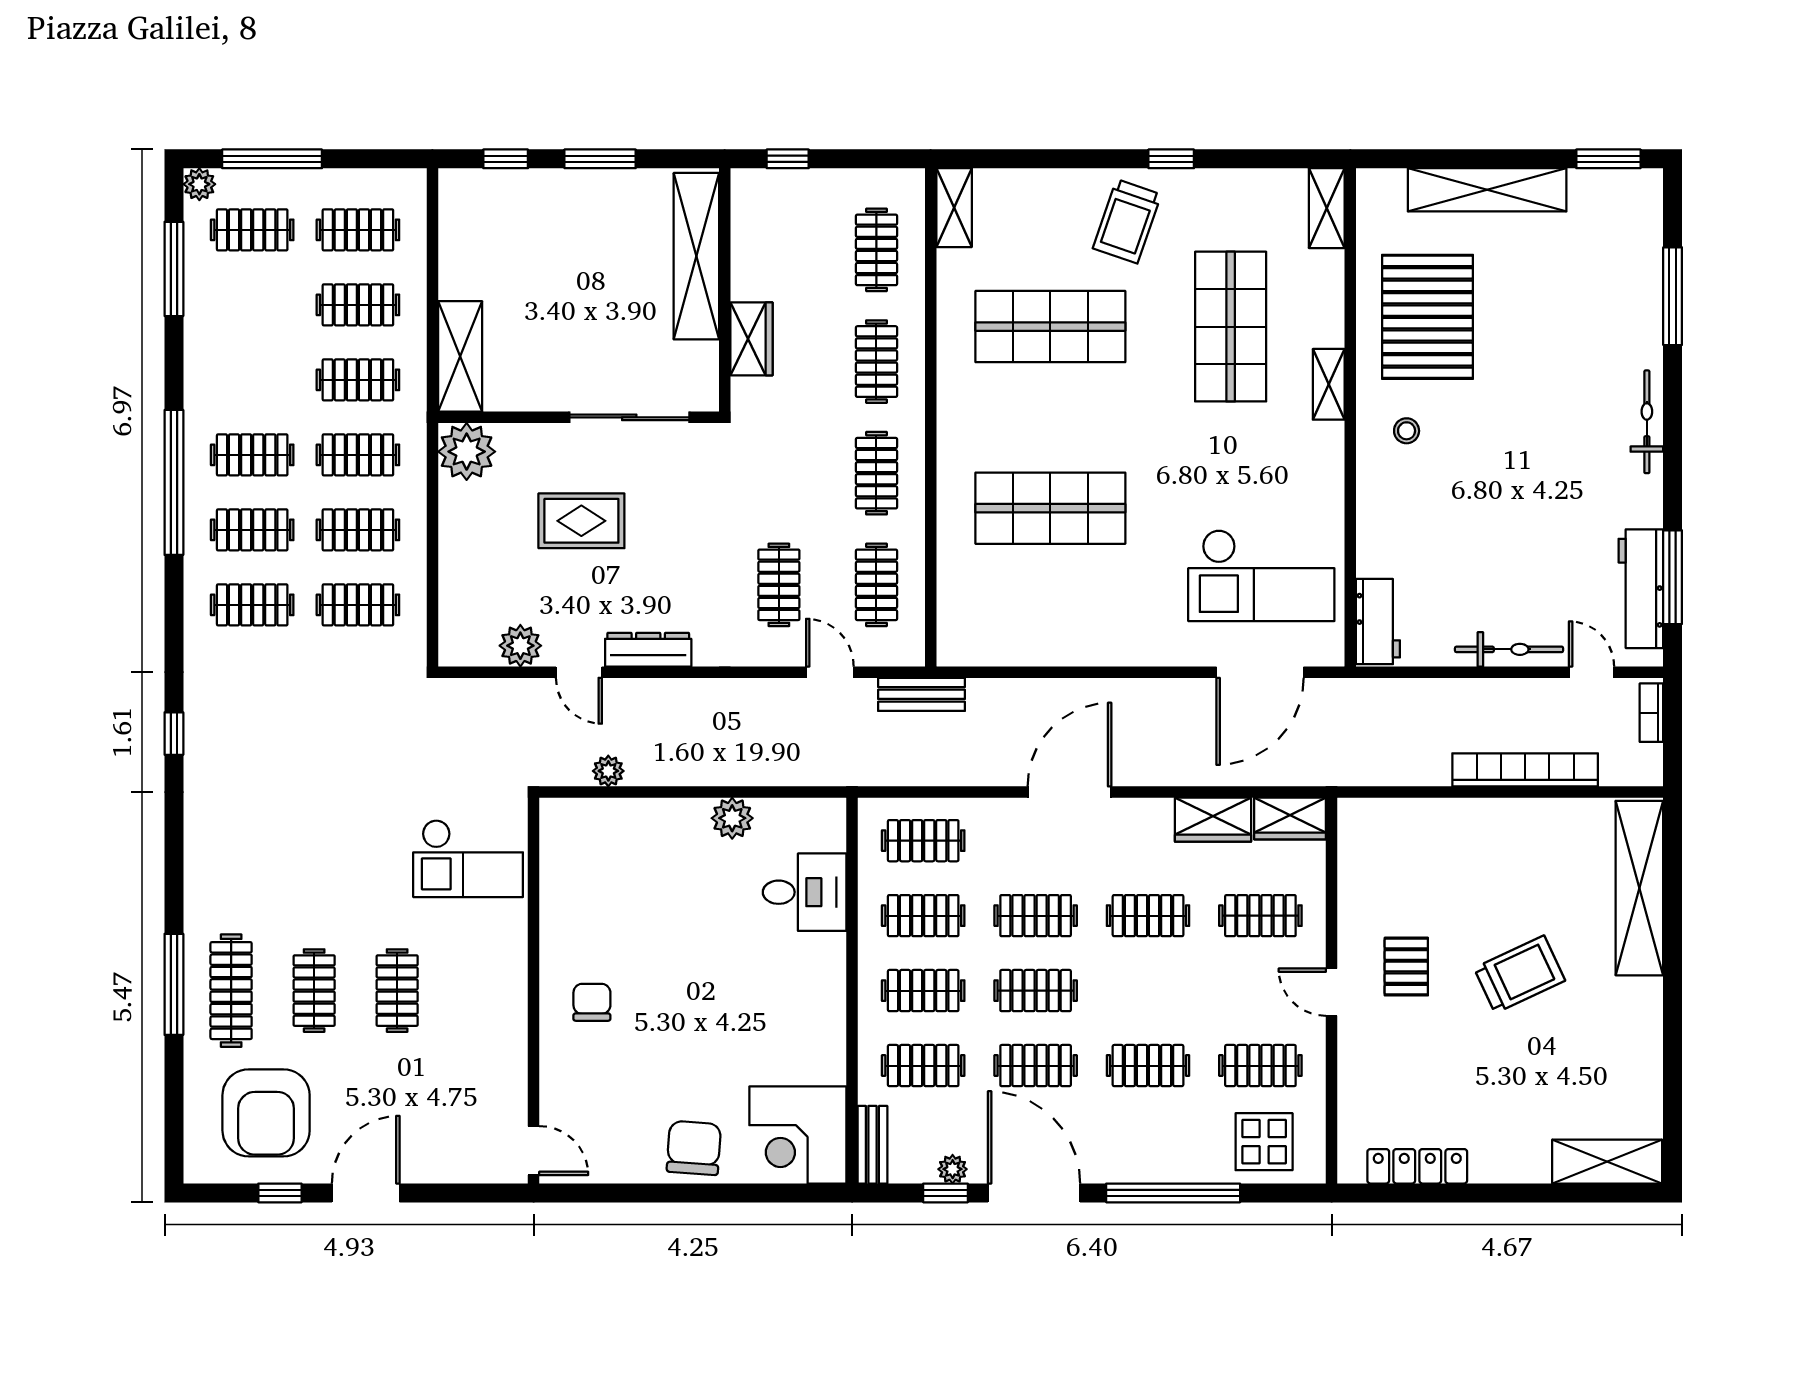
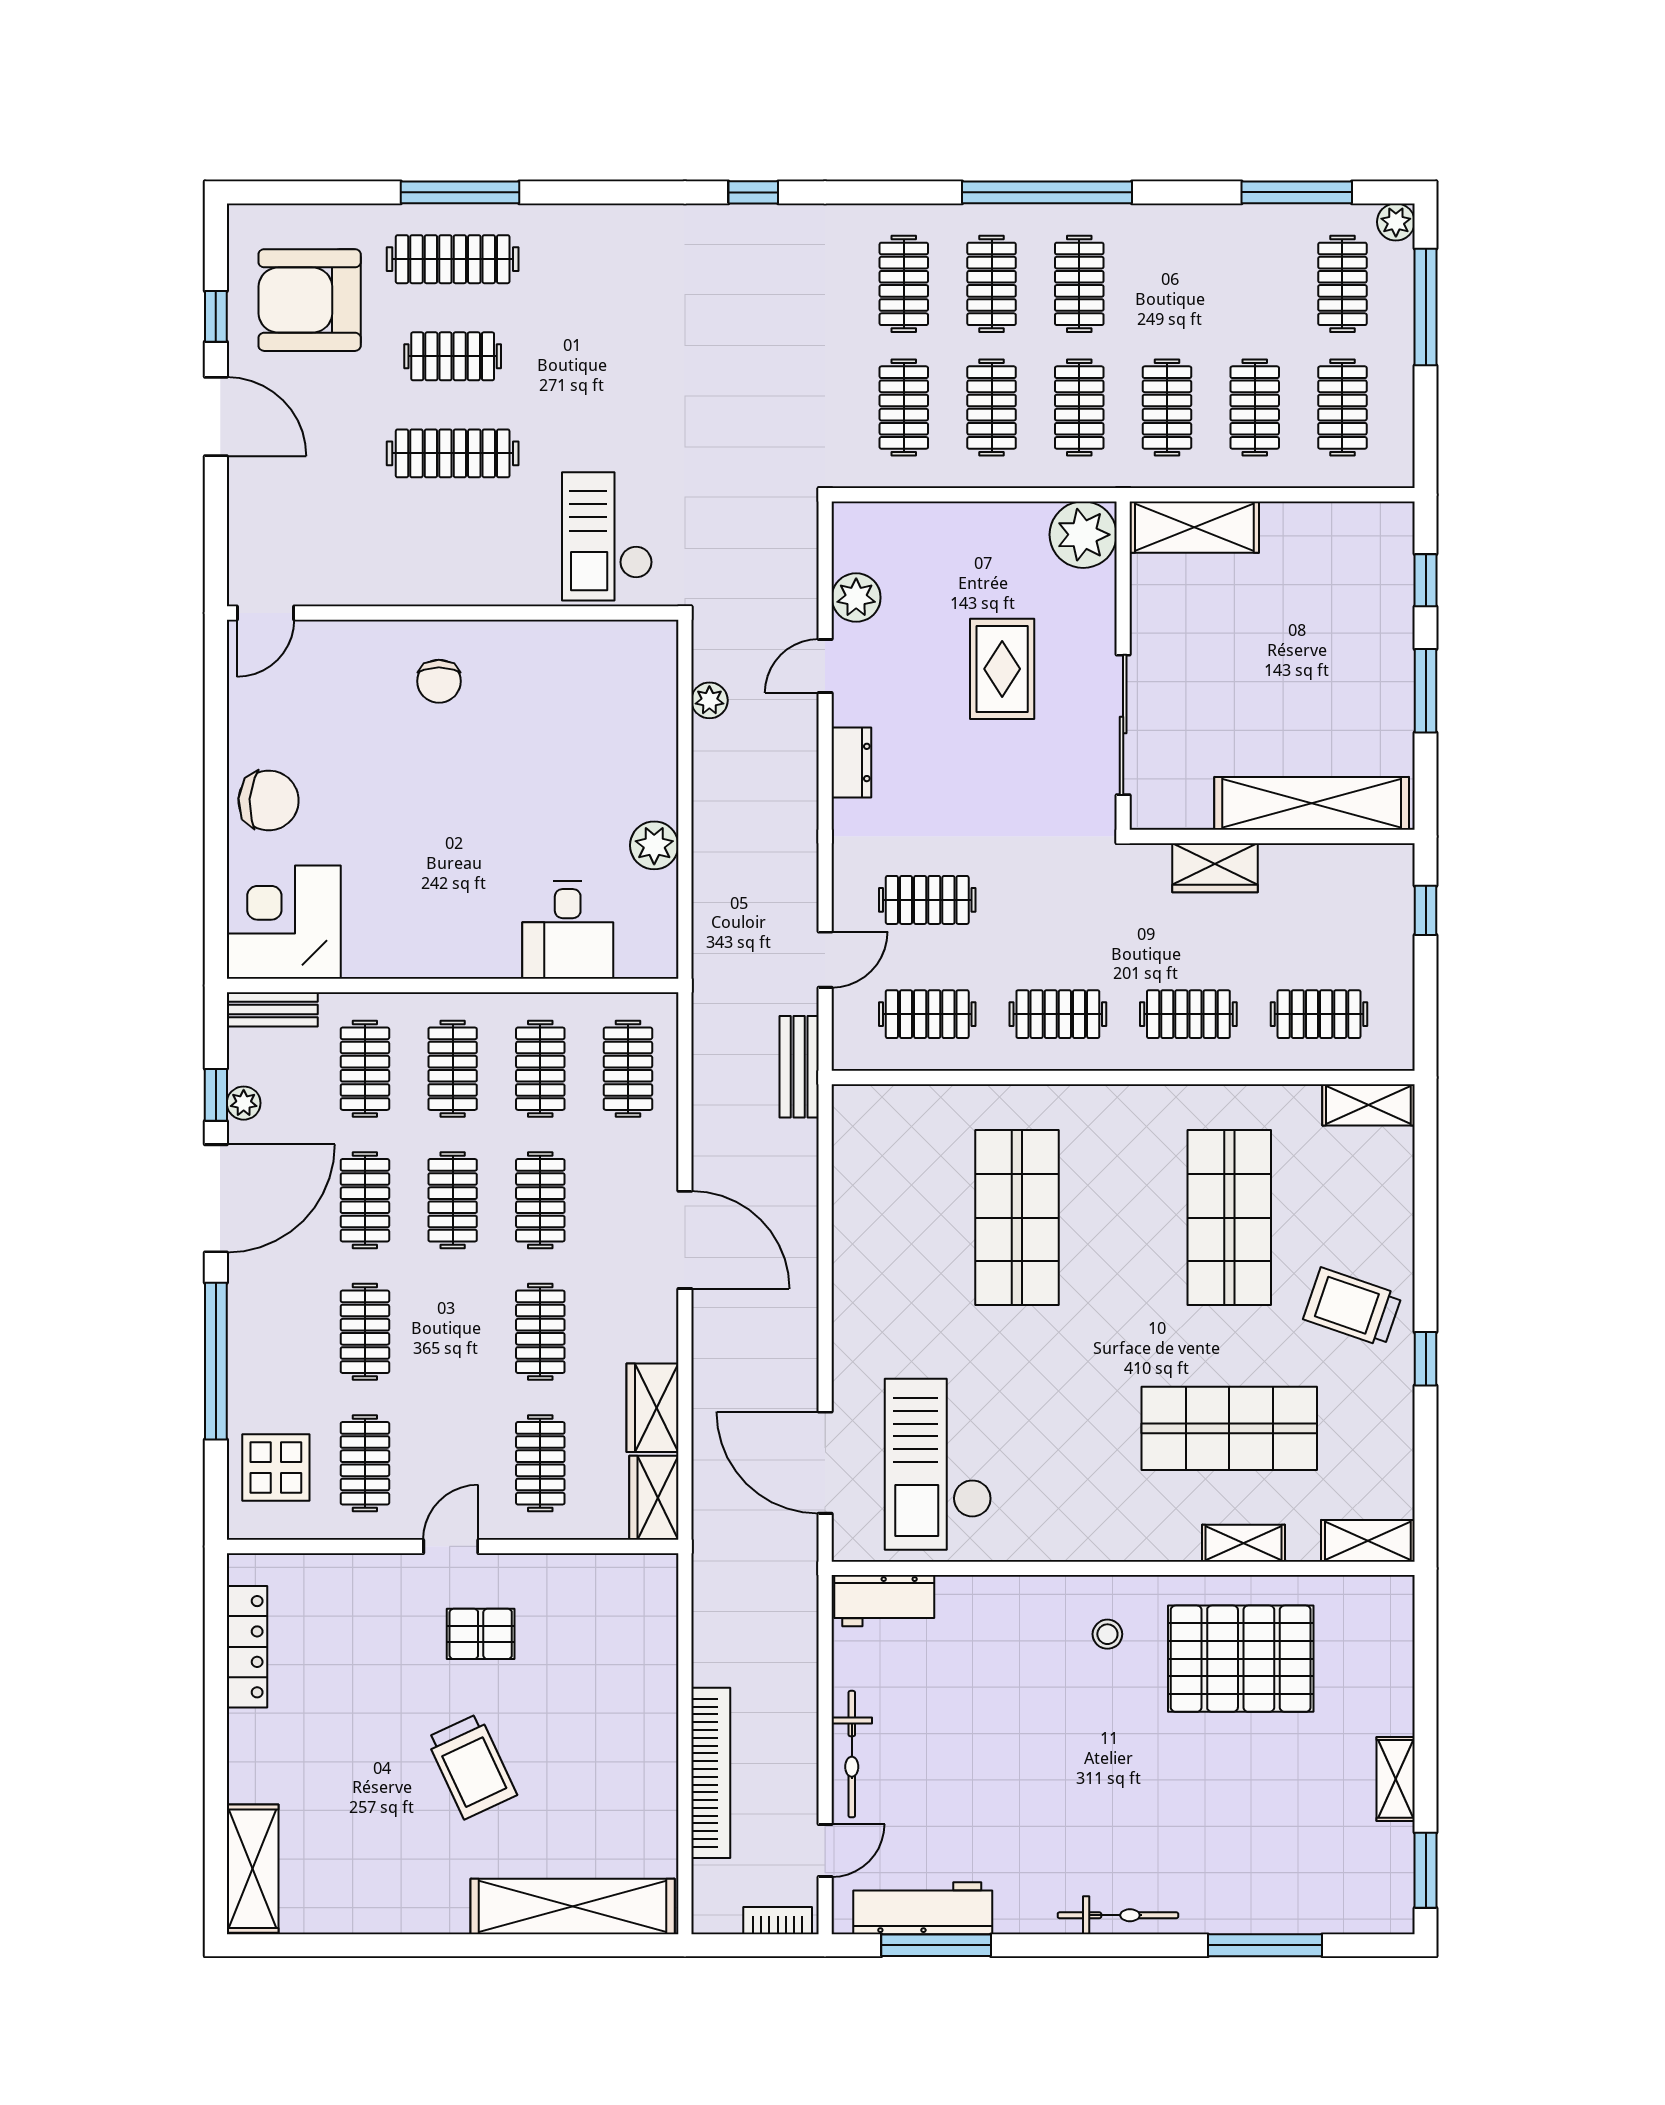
shelving: (1487, 190) -> (1396, 1779), width x0.45, depth x0.75
shelving: (1329, 384) -> (1243, 1543), moved
dresser: (648, 650) -> (851, 762), width x0.70
clothes rail: (397, 991) -> (453, 453), width x1.36
chair: (592, 1002) -> (439, 681), turned 90

